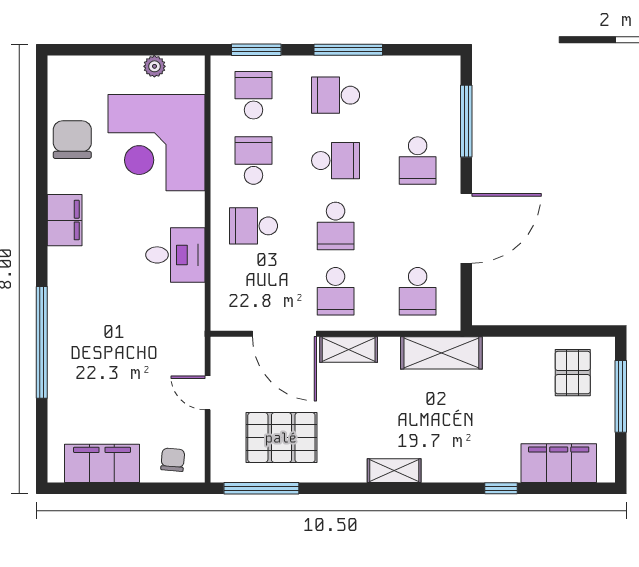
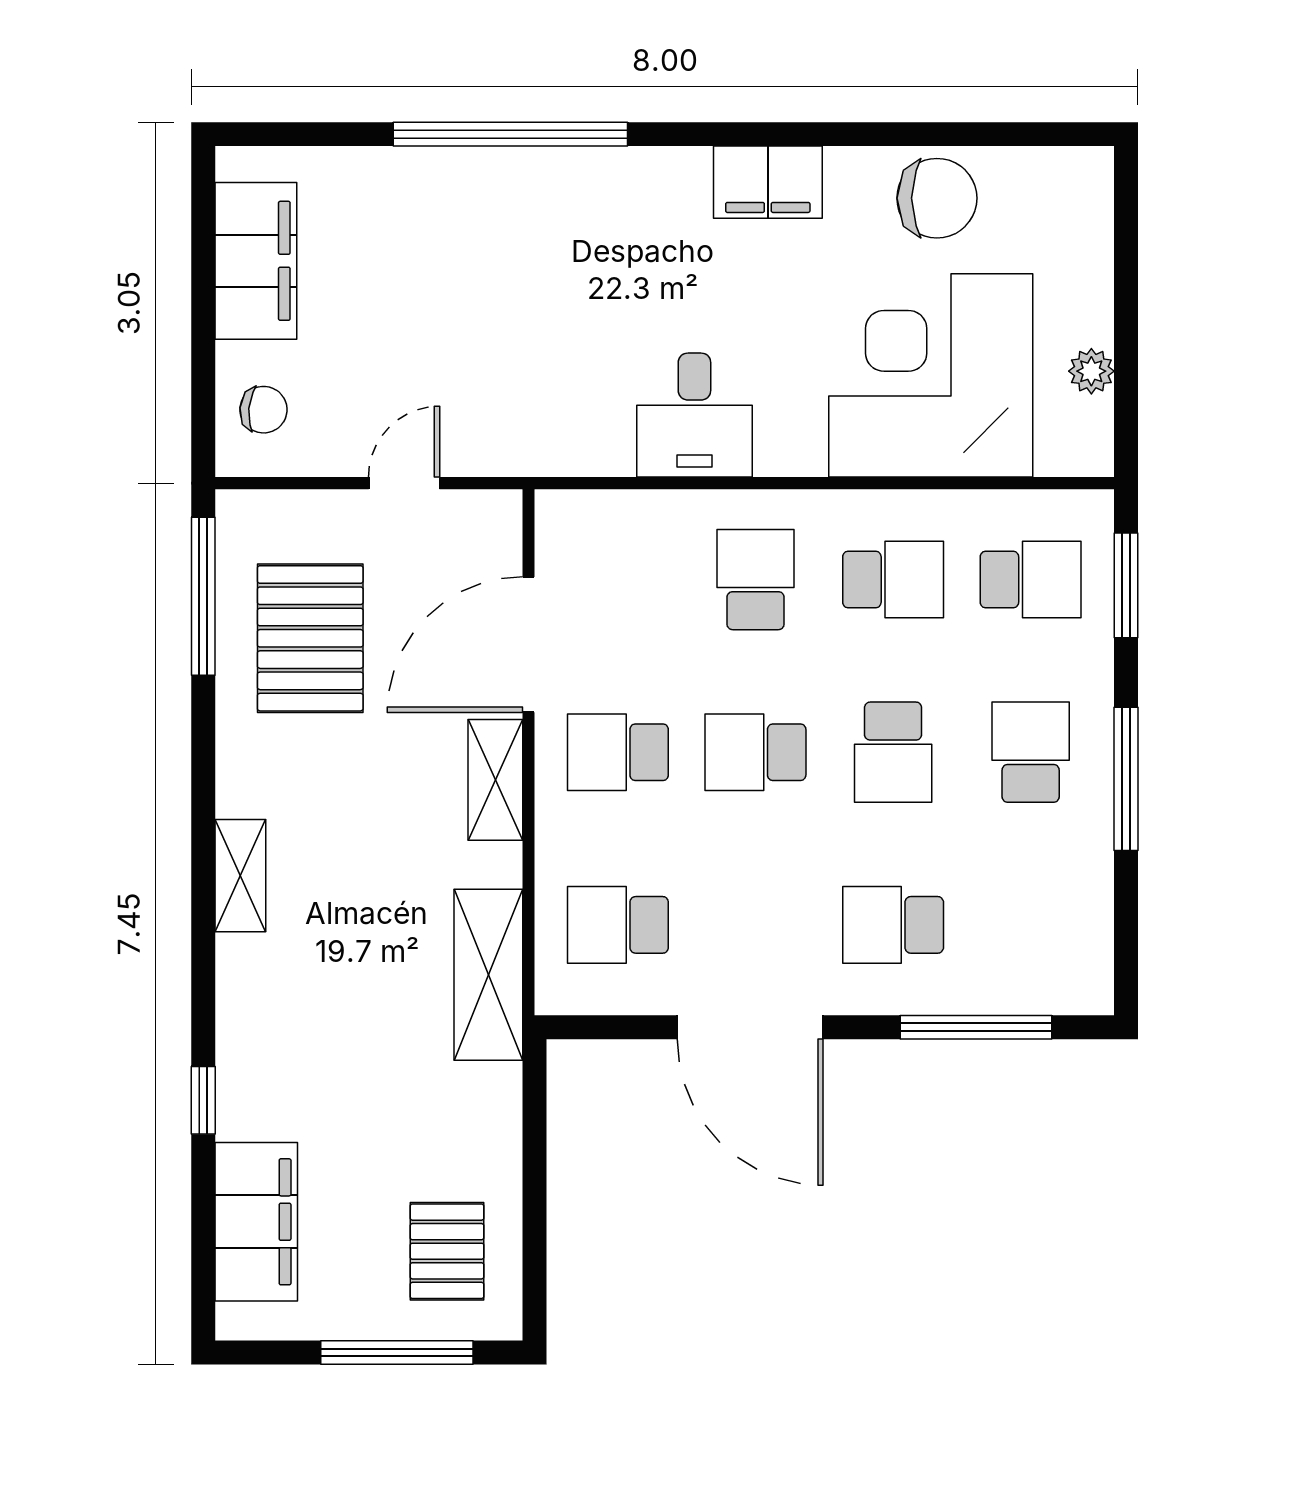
pallet: (573, 373) -> (447, 1251), turned 90

